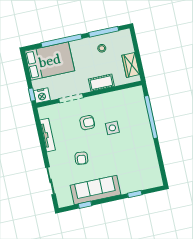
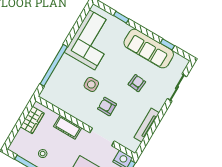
corner sofa: (141, 159) -> (92, 40), added

